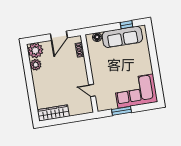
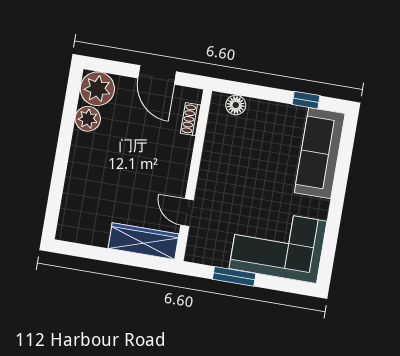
door: (59, 36) -> (157, 75), hinge flipped
sofa: (122, 37) -> (320, 153), moved, turned 90
wardrobe: (53, 113) -> (143, 241), moved

